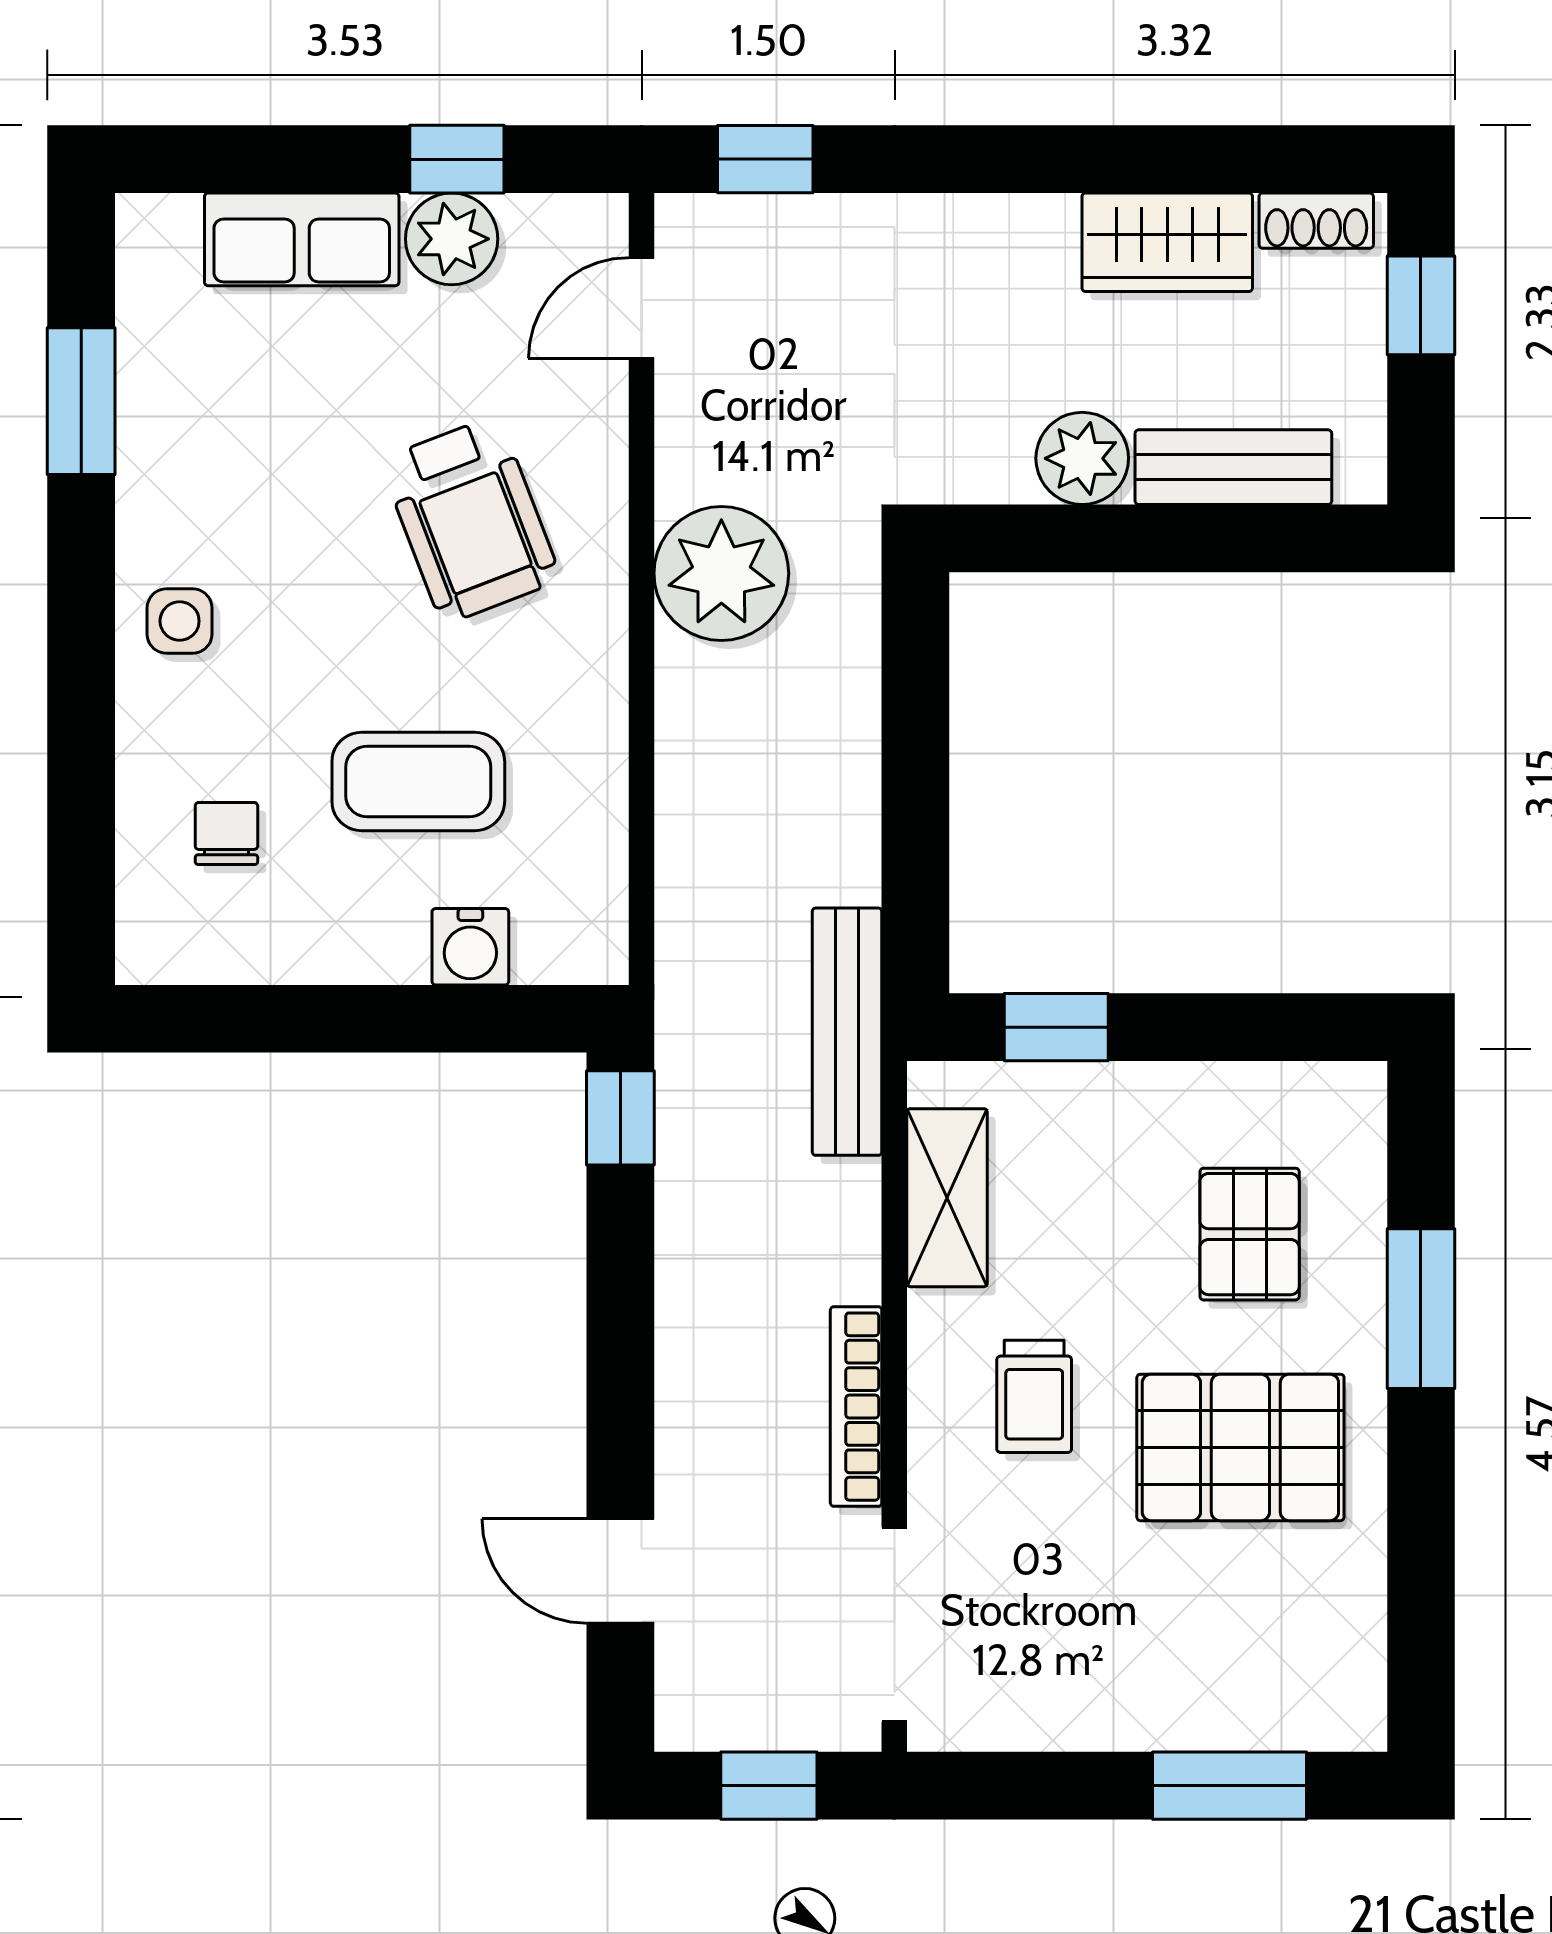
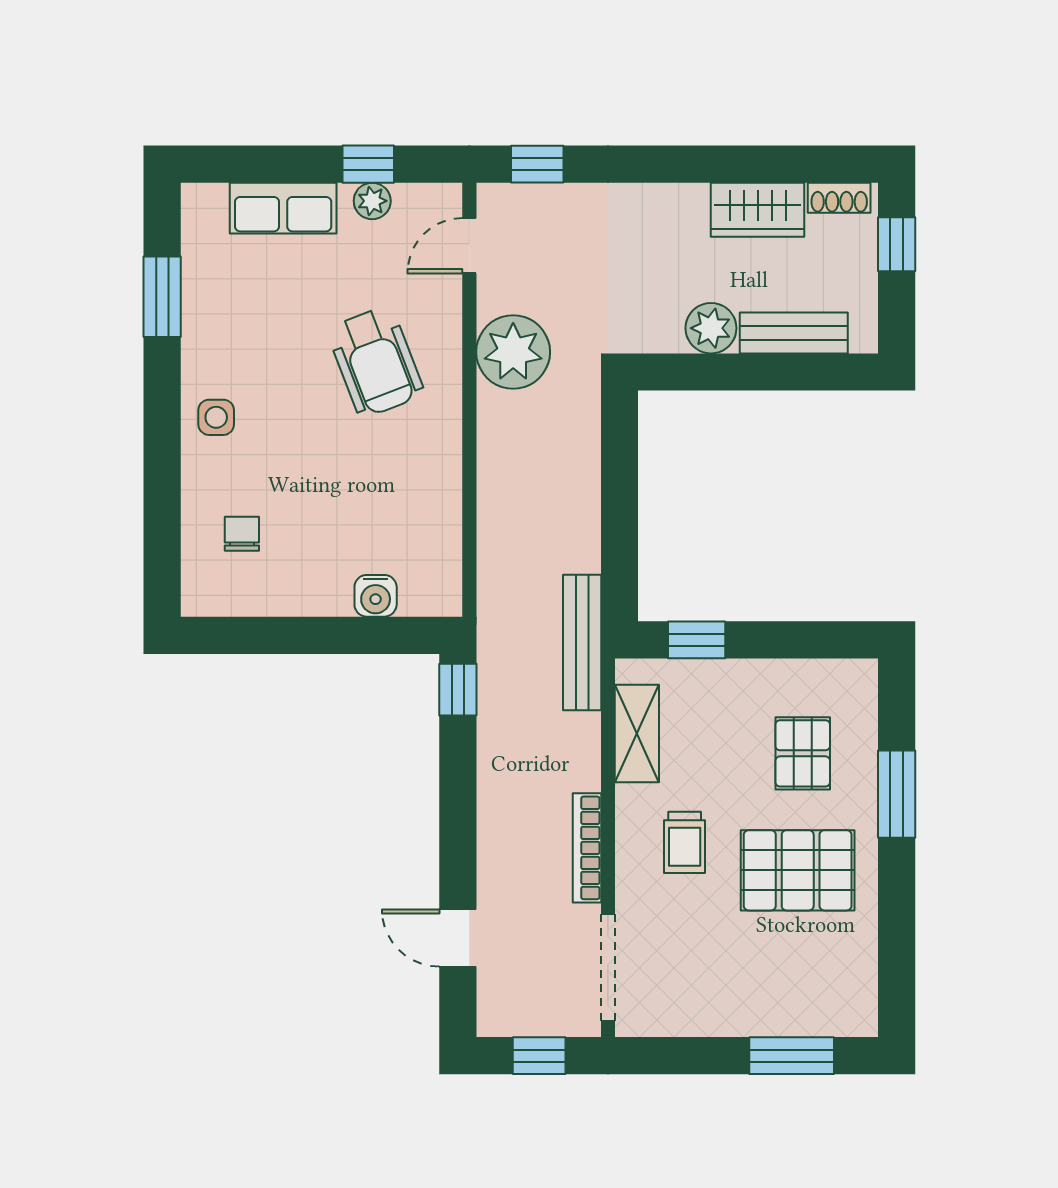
plant: (452, 239) -> (372, 201), width x0.73, depth x0.73
plant: (721, 573) -> (513, 352), moved
coffee table: (418, 781) -> (347, 505), removed

